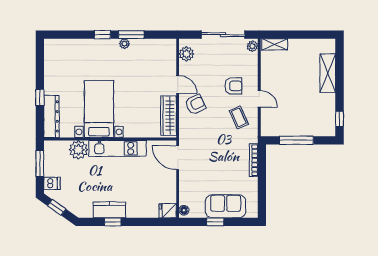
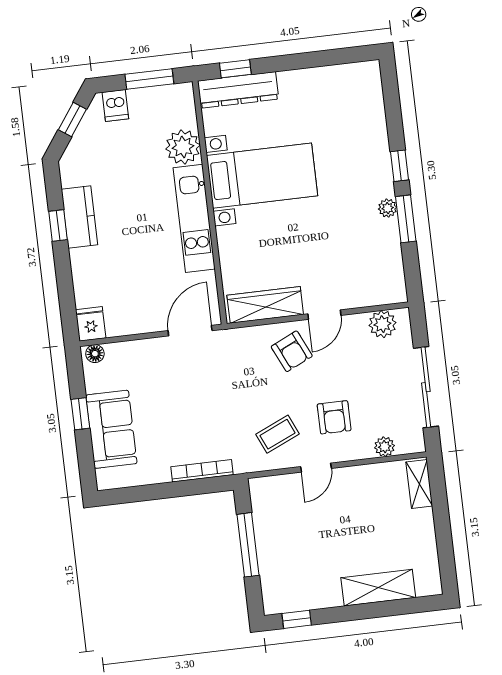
plant: (252, 46) -> (385, 447), moved
window: (40, 97) -> (235, 69), moved

